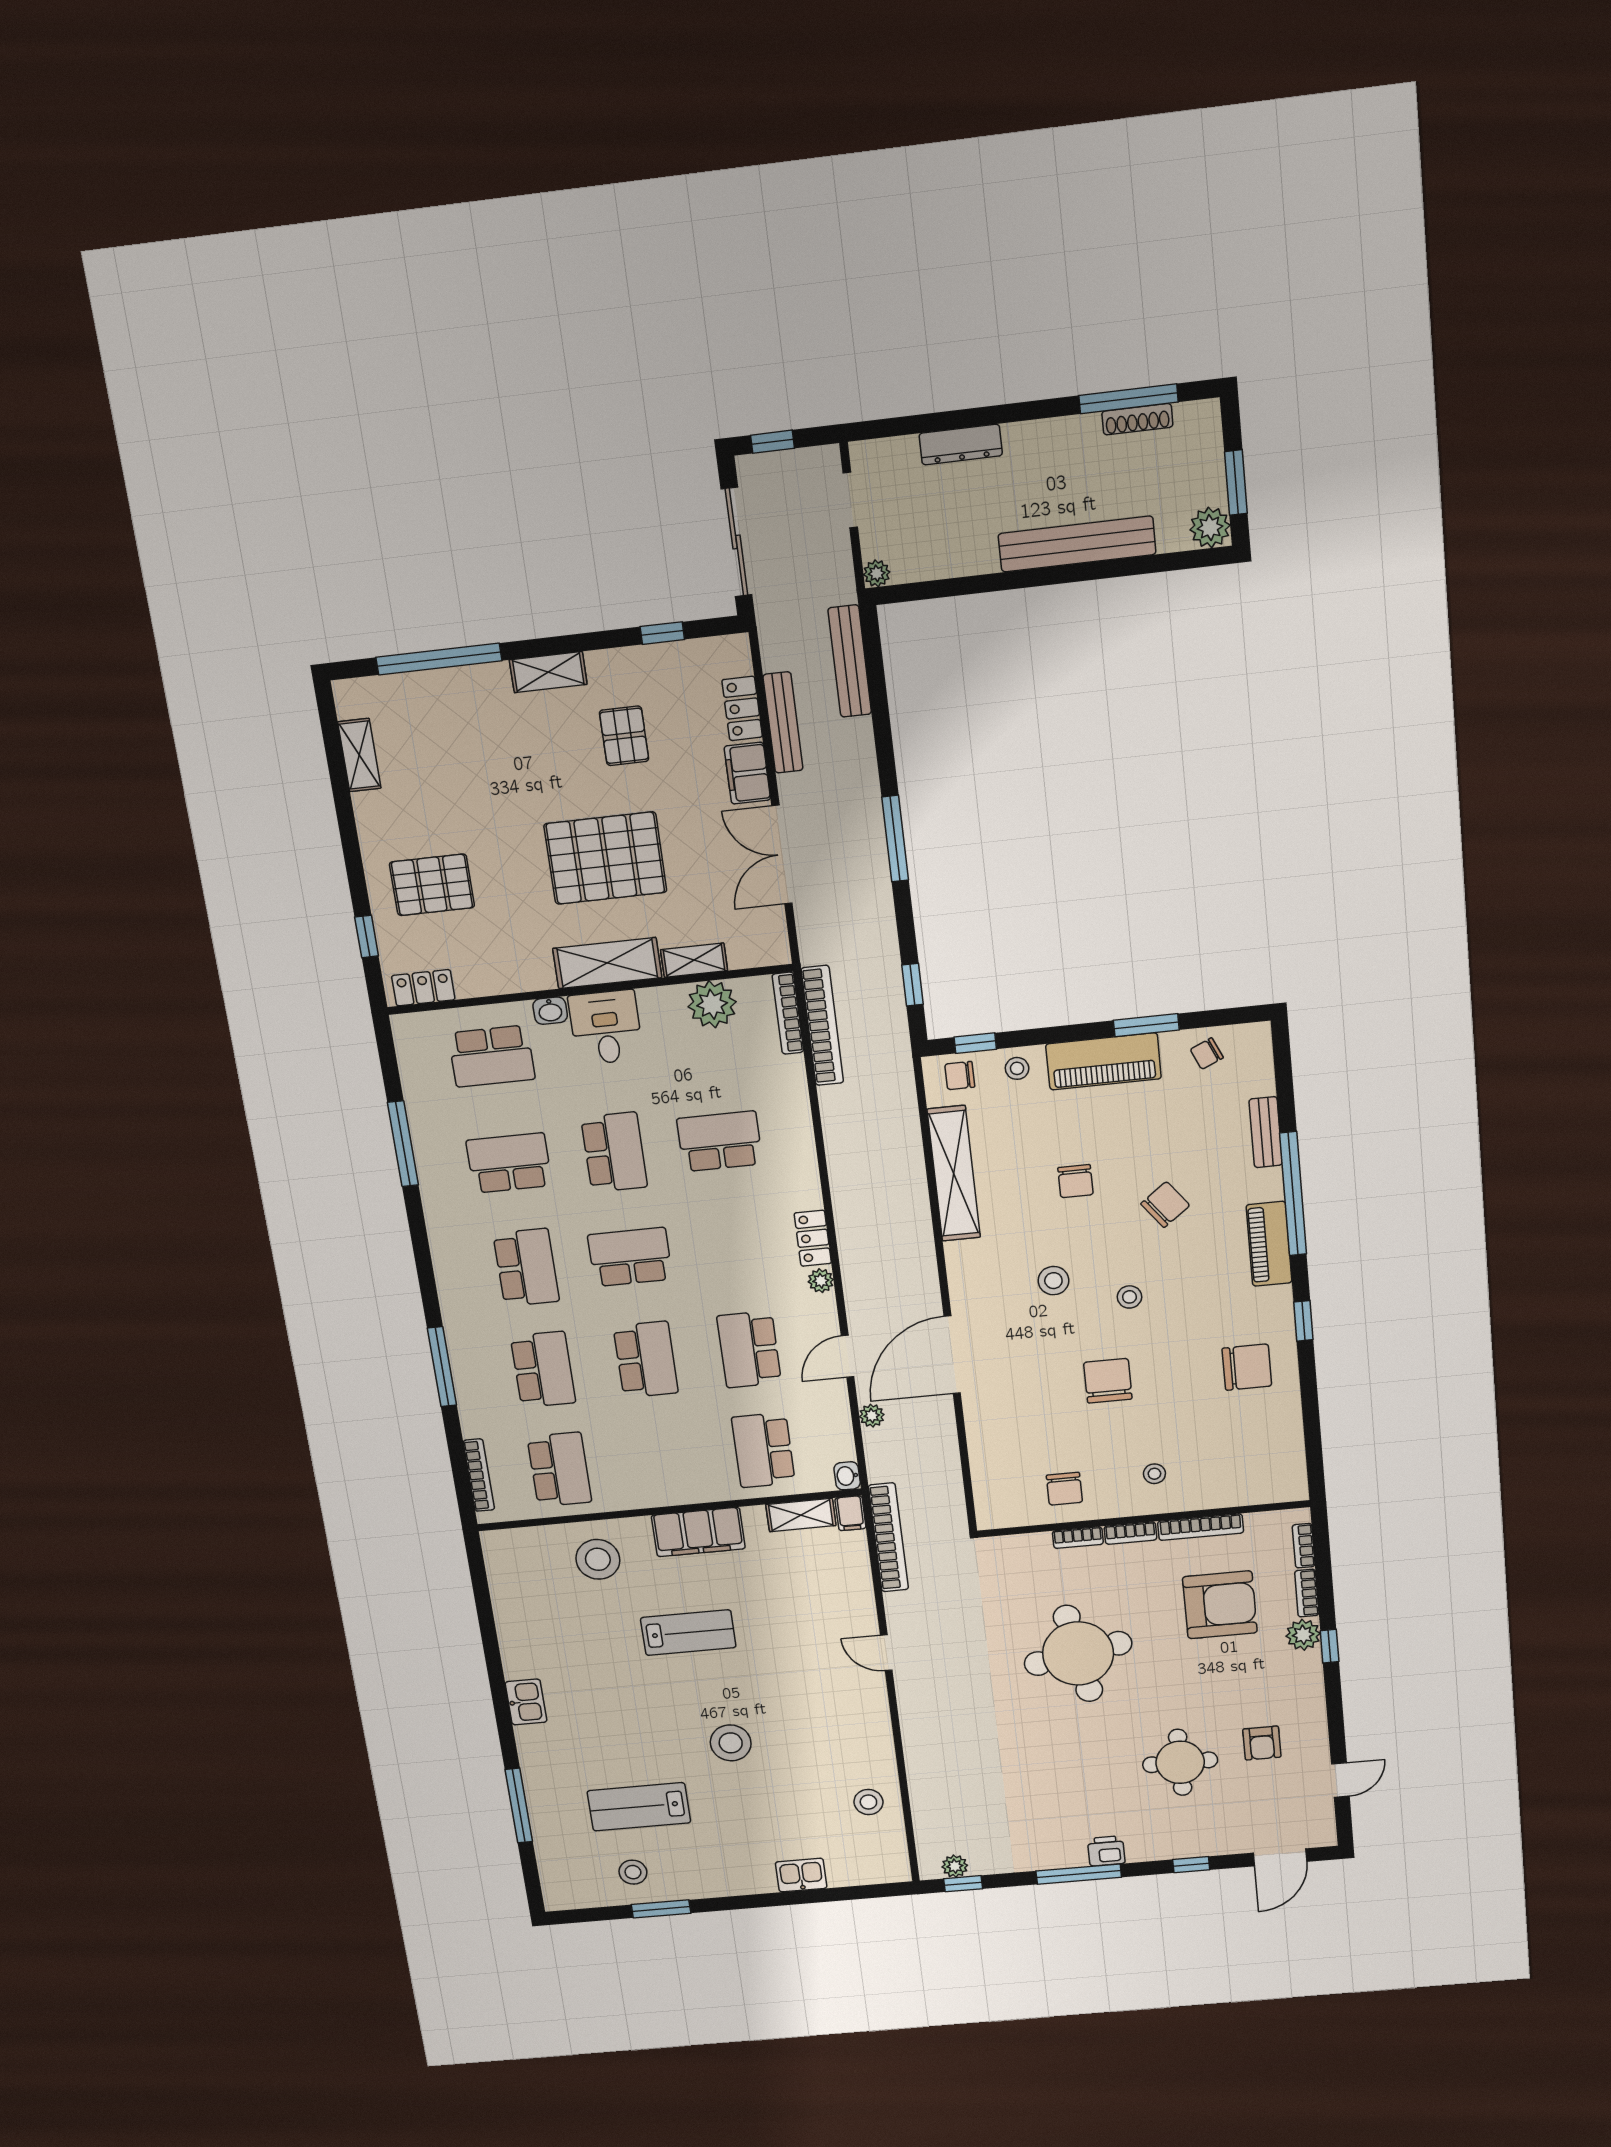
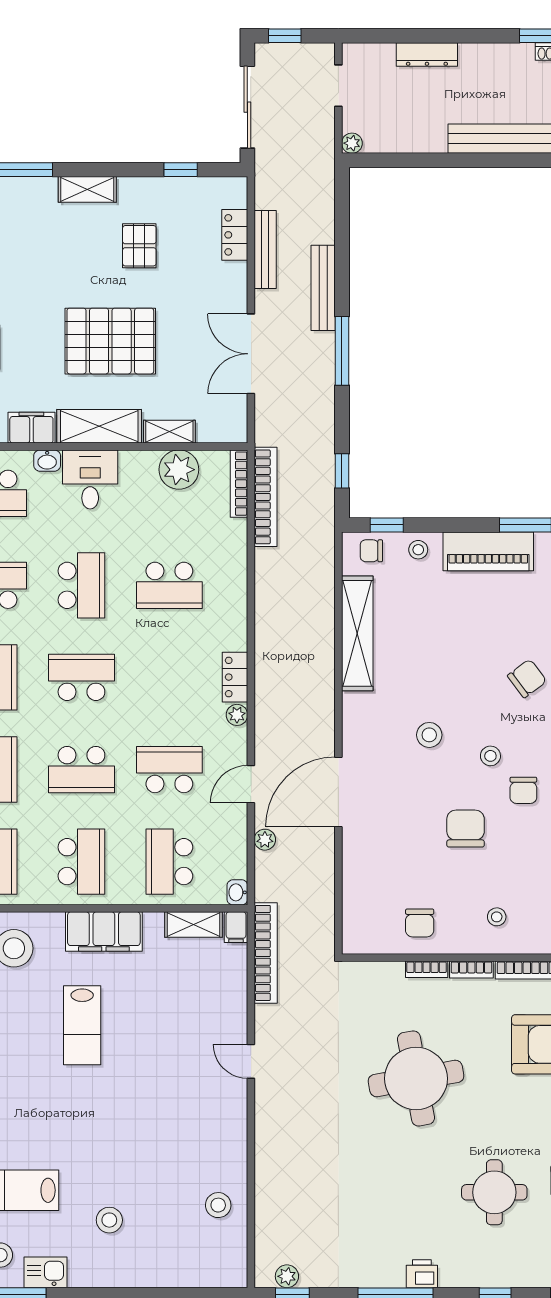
bench: (850, 661) -> (323, 288), moved
filing cabinet: (747, 773) -> (31, 428), moved, turned 90
school desk: (720, 1141) -> (169, 585), turned 180
chair: (1075, 1181) -> (523, 790), moved
school desk: (749, 1349) -> (169, 770), turned 90
school desk: (646, 1359) -> (81, 770), turned 90
school desk: (661, 1460) -> (81, 862), added
lab bench: (688, 1633) -> (82, 1025), turned 90
stool: (731, 1743) -> (109, 1220), moved, width x0.73, depth x0.73
kitchen sink: (801, 1875) -> (46, 1272), moved

